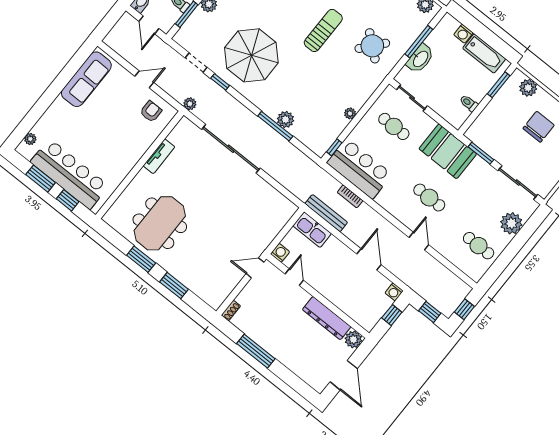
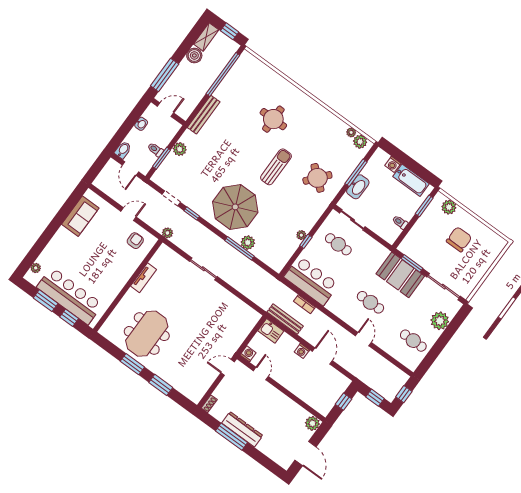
parasol: (251, 55) -> (235, 207), moved
sofa: (86, 79) -> (80, 216), width x0.73
window: (334, 147) -> (306, 241), moved
sliding door: (231, 149) -> (203, 269), width x0.54
booth: (448, 151) -> (400, 275), moved
kitchen sink: (312, 230) -> (271, 331), width x0.73
washing machine: (394, 292) -> (302, 351), moved
dresser: (327, 318) -> (242, 429), moved, turned 180

